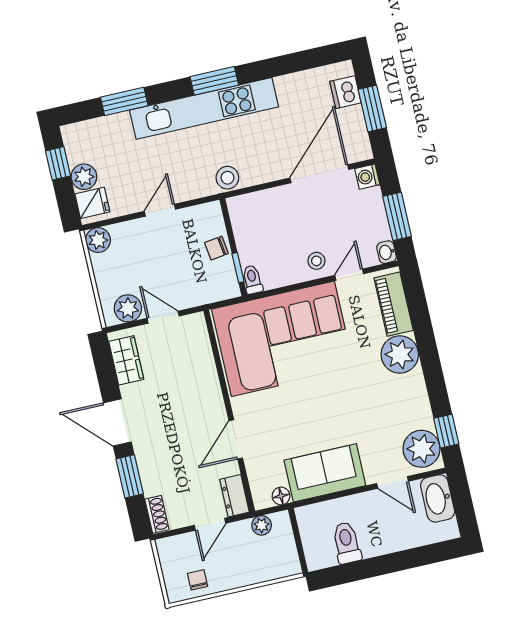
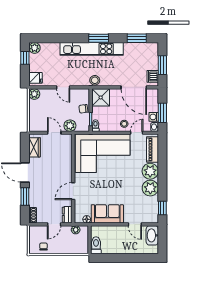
dishwasher: (345, 92) -> (153, 76), moved
window: (124, 101) -> (137, 38), moved
door: (319, 174) -> (134, 87), swing flipped
plant: (84, 177) -> (35, 48), moved
washing machine: (367, 177) -> (154, 117), moved
door: (160, 210) -> (63, 87), swing flipped
shower: (250, 213) -> (101, 97), added
plant: (128, 308) -> (70, 126), moved
plant: (421, 449) -> (150, 188), moved
toilet: (347, 543) -> (96, 245), moved

